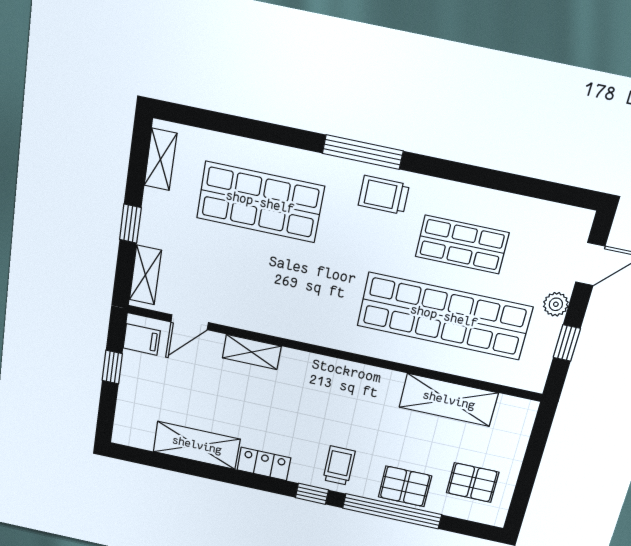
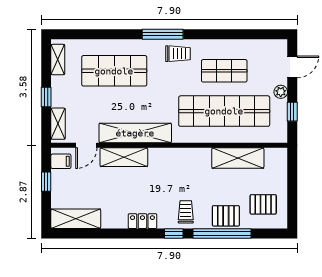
trolley: (384, 195) -> (178, 54), turned 180
shelving: (278, 320) -> (135, 133), added
shelving: (252, 352) -> (124, 157), width x1.50, depth x1.33
shelving: (197, 445) -> (76, 219), moved

